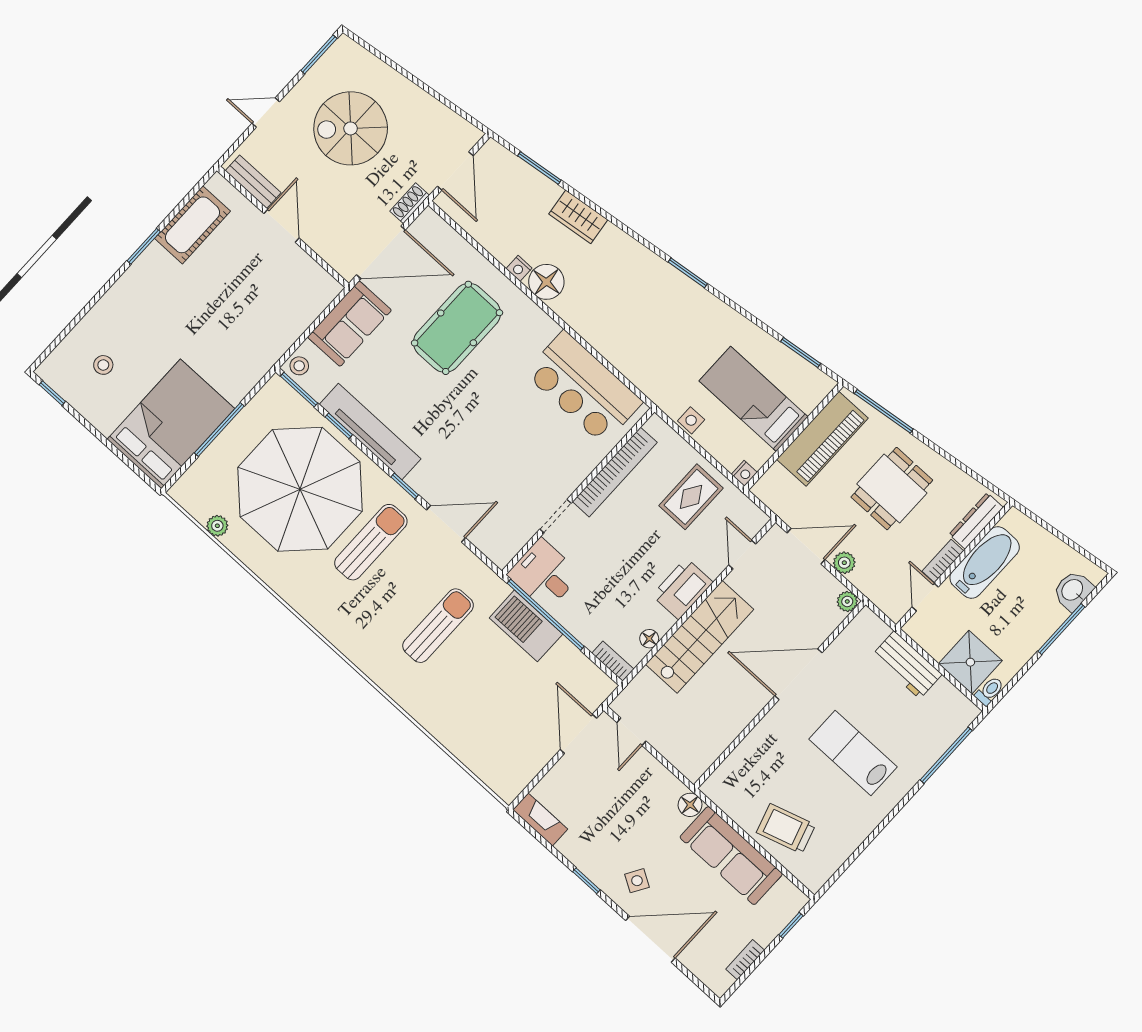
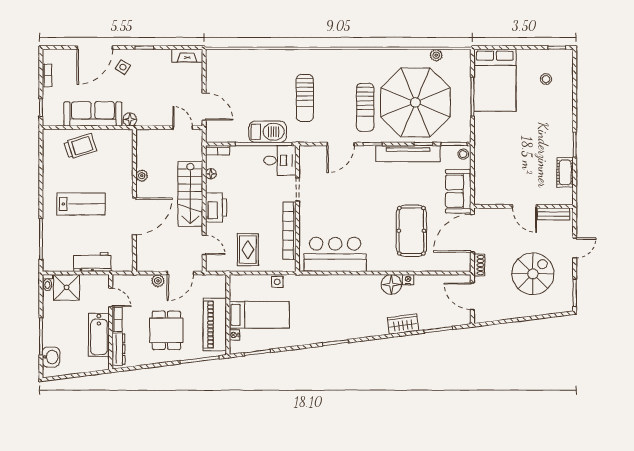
cot: (193, 225) -> (565, 172), width x0.73, depth x0.75
nightstand: (744, 473) -> (234, 335), moved
plant: (847, 601) -> (142, 176), moved

